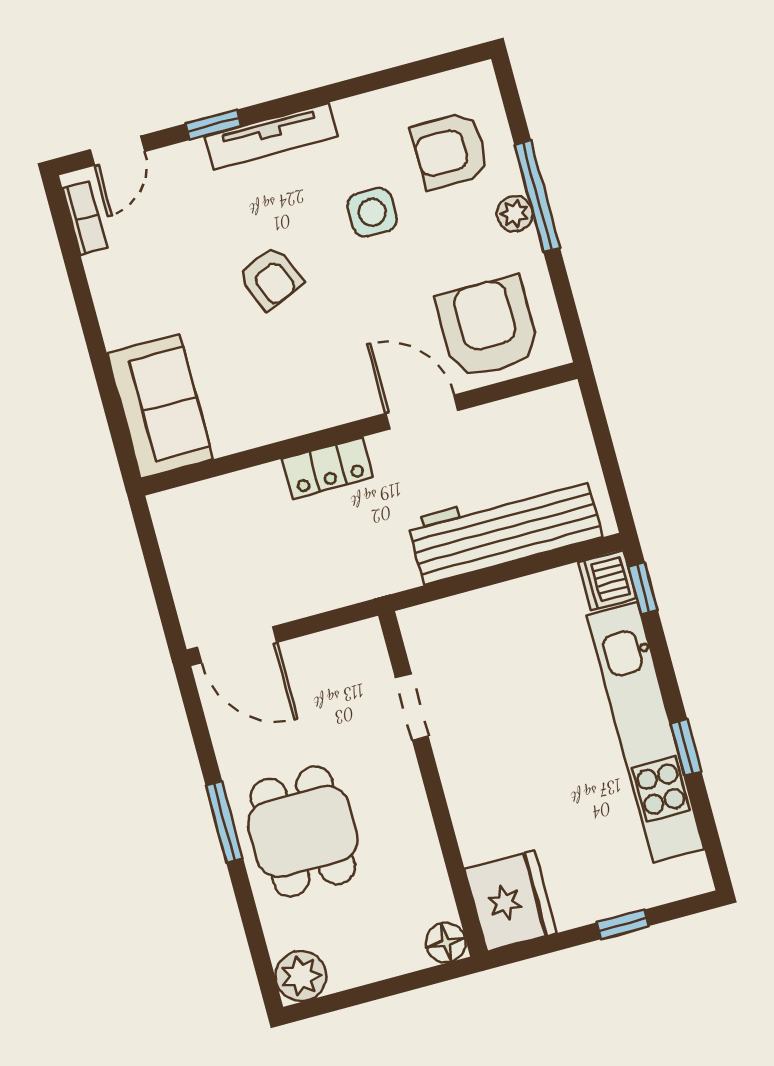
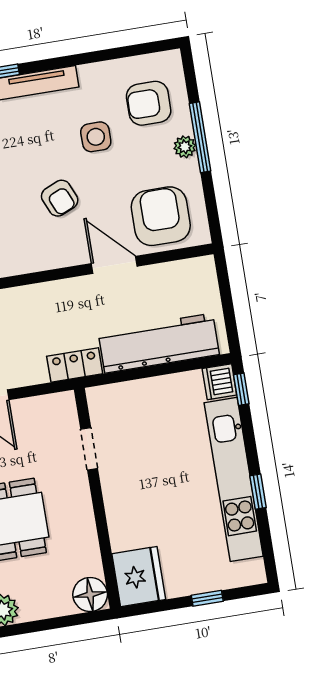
armchair: (271, 278) -> (60, 198), moved
locker: (328, 468) -> (75, 365), moved, turned 180
floor lamp: (446, 943) -> (90, 595), width x1.38, depth x1.38

